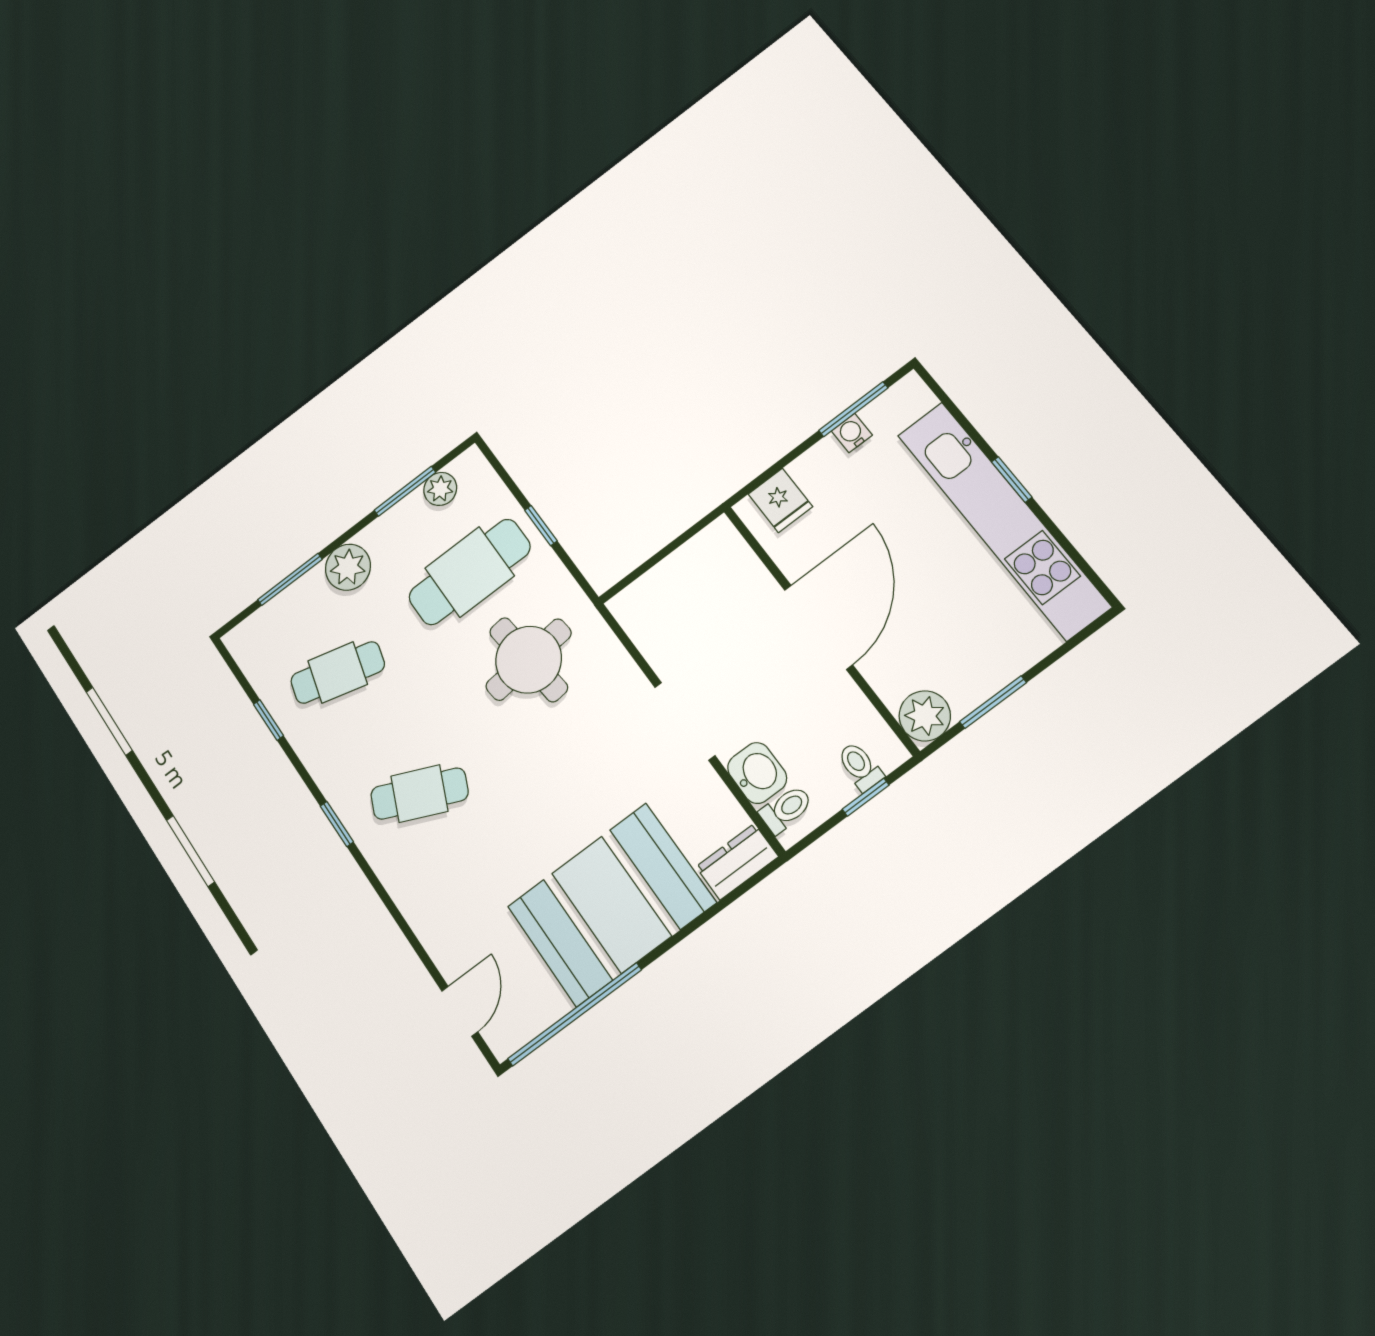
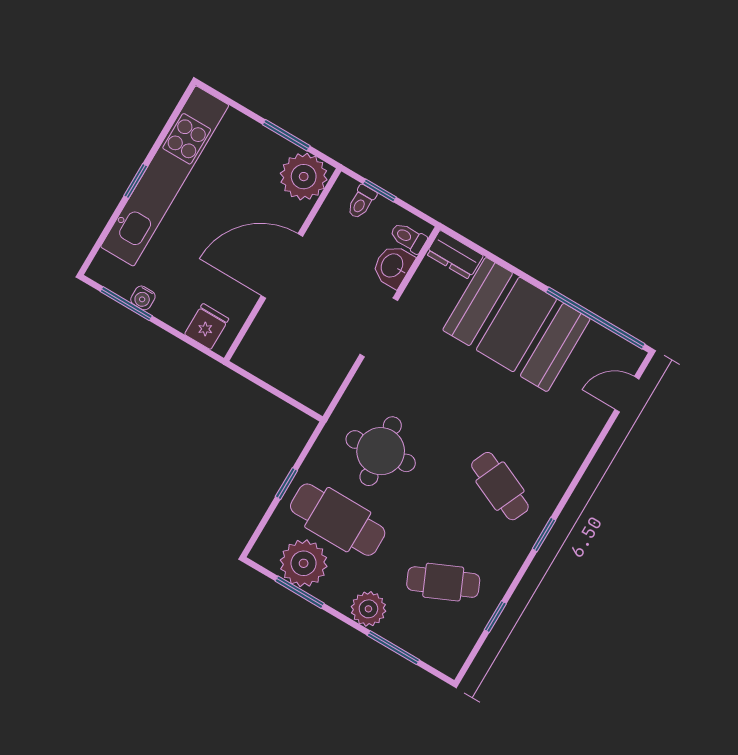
plant: (440, 489) -> (304, 563), width x1.88, depth x1.88
cafe table: (338, 673) -> (443, 582), turned -39
plant: (925, 716) -> (304, 177), width x1.36, depth x1.36

